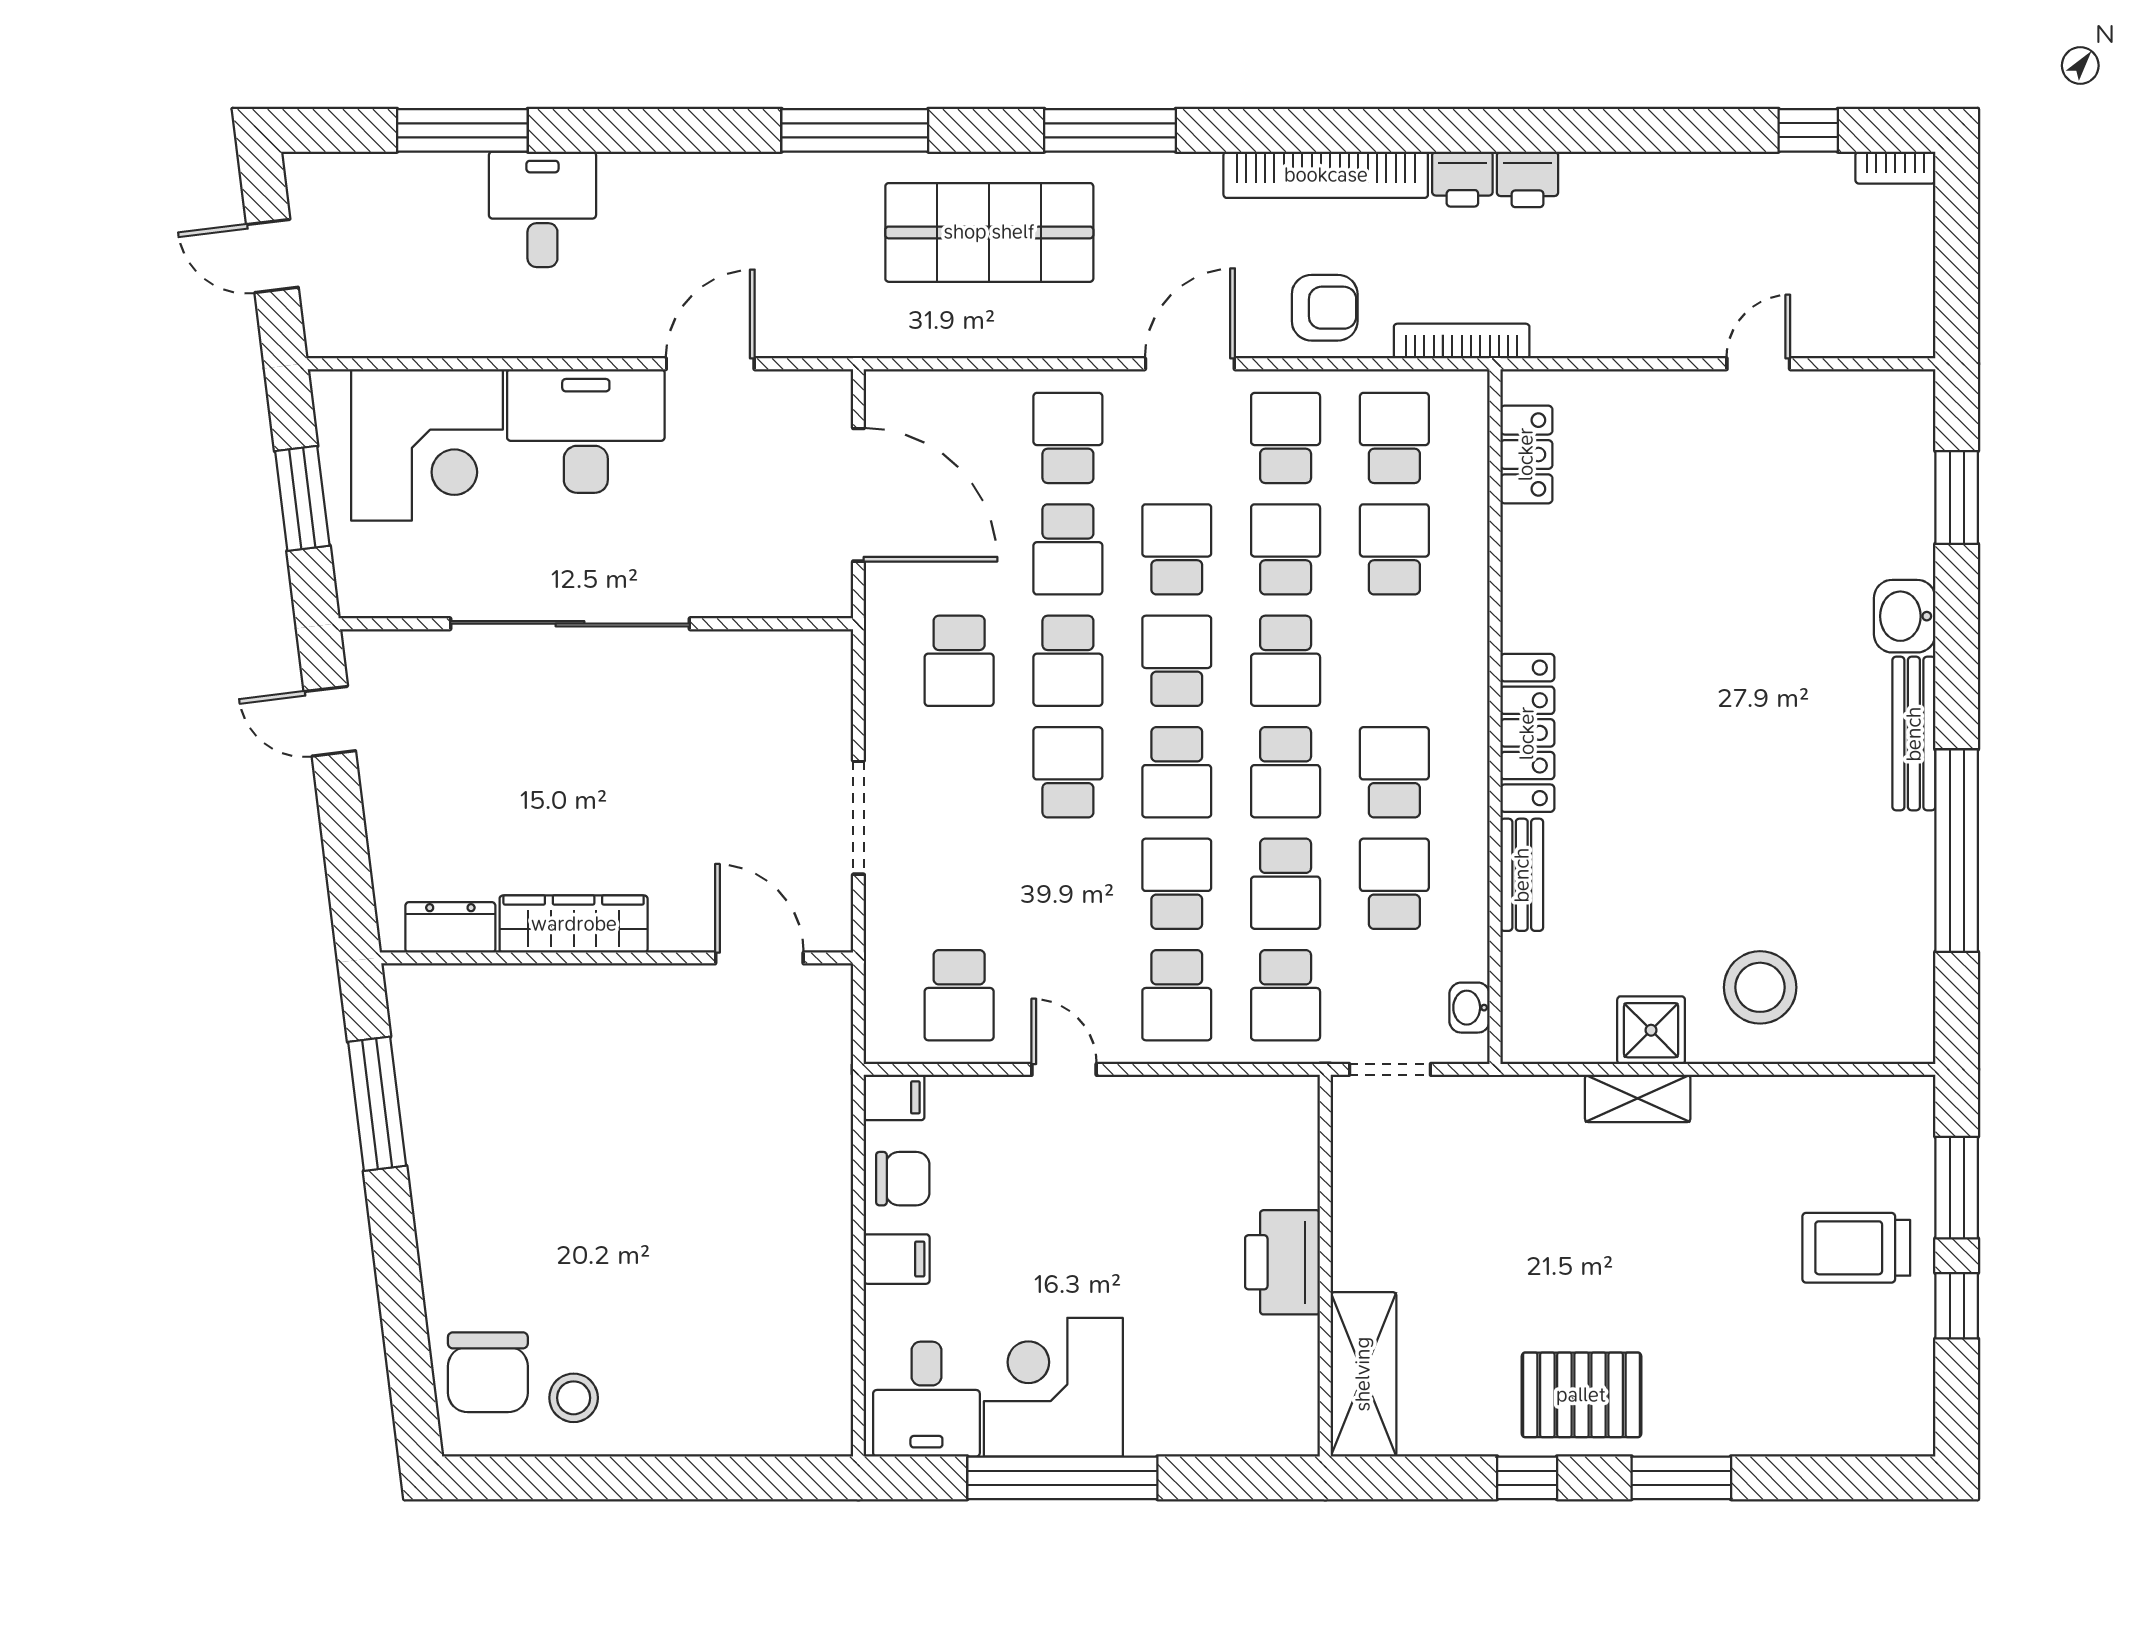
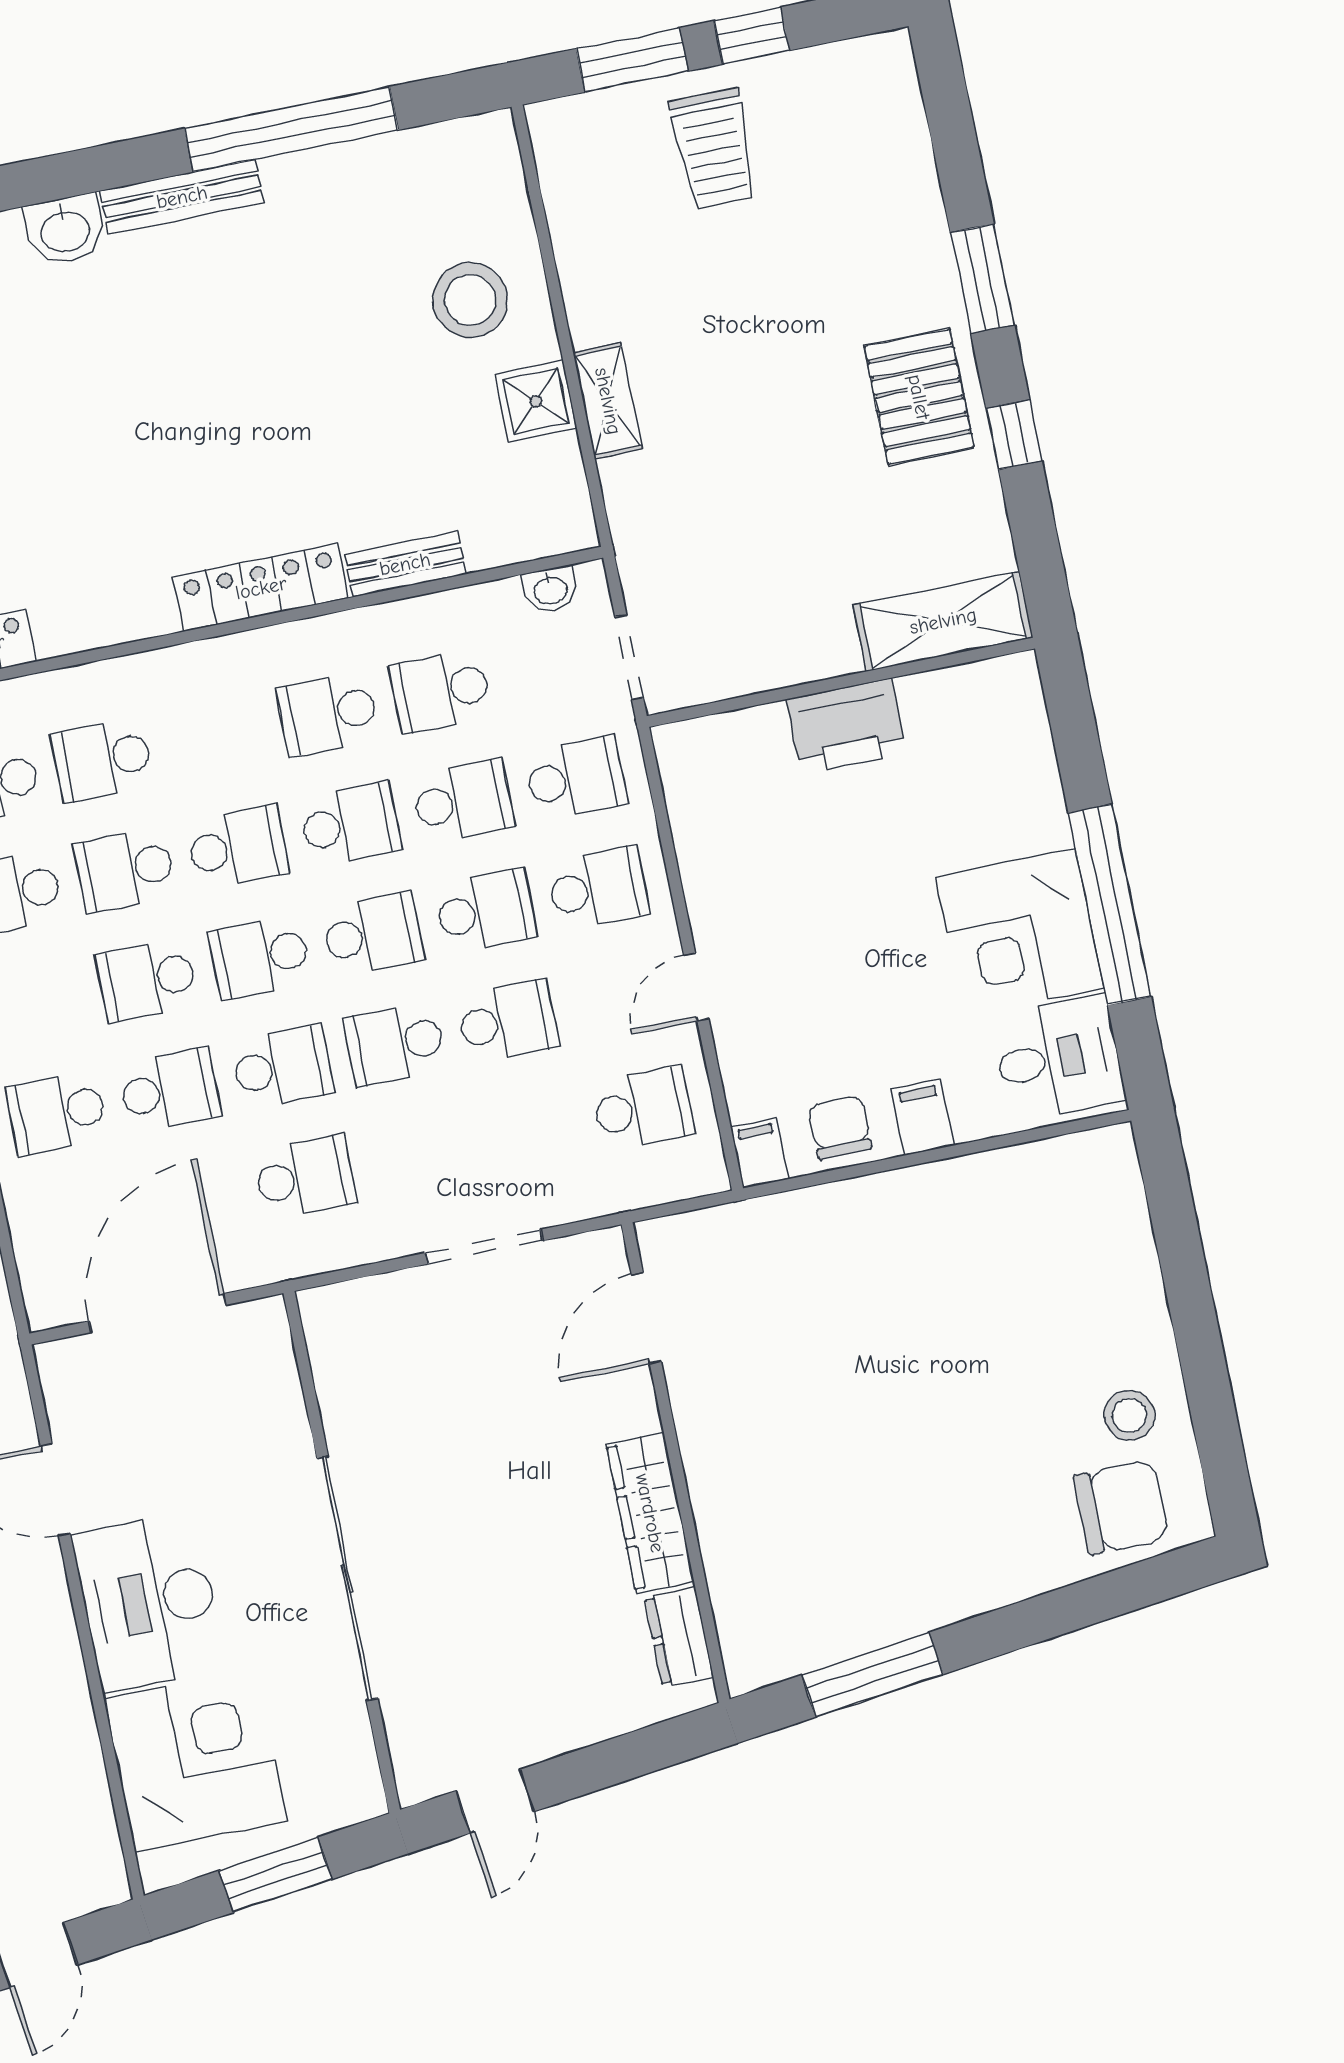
school desk: (1068, 884) -> (508, 1021), added
school desk: (1177, 884) -> (485, 911), turned 180

